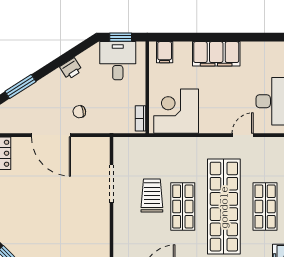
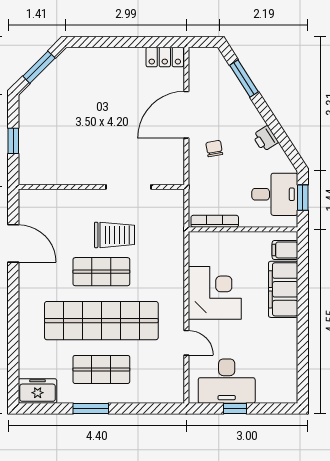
filing cabinet: (216, 54) -> (283, 289), moved
corner desk: (176, 111) -> (215, 293), moved
bookcase: (140, 118) -> (215, 221), width x1.56

